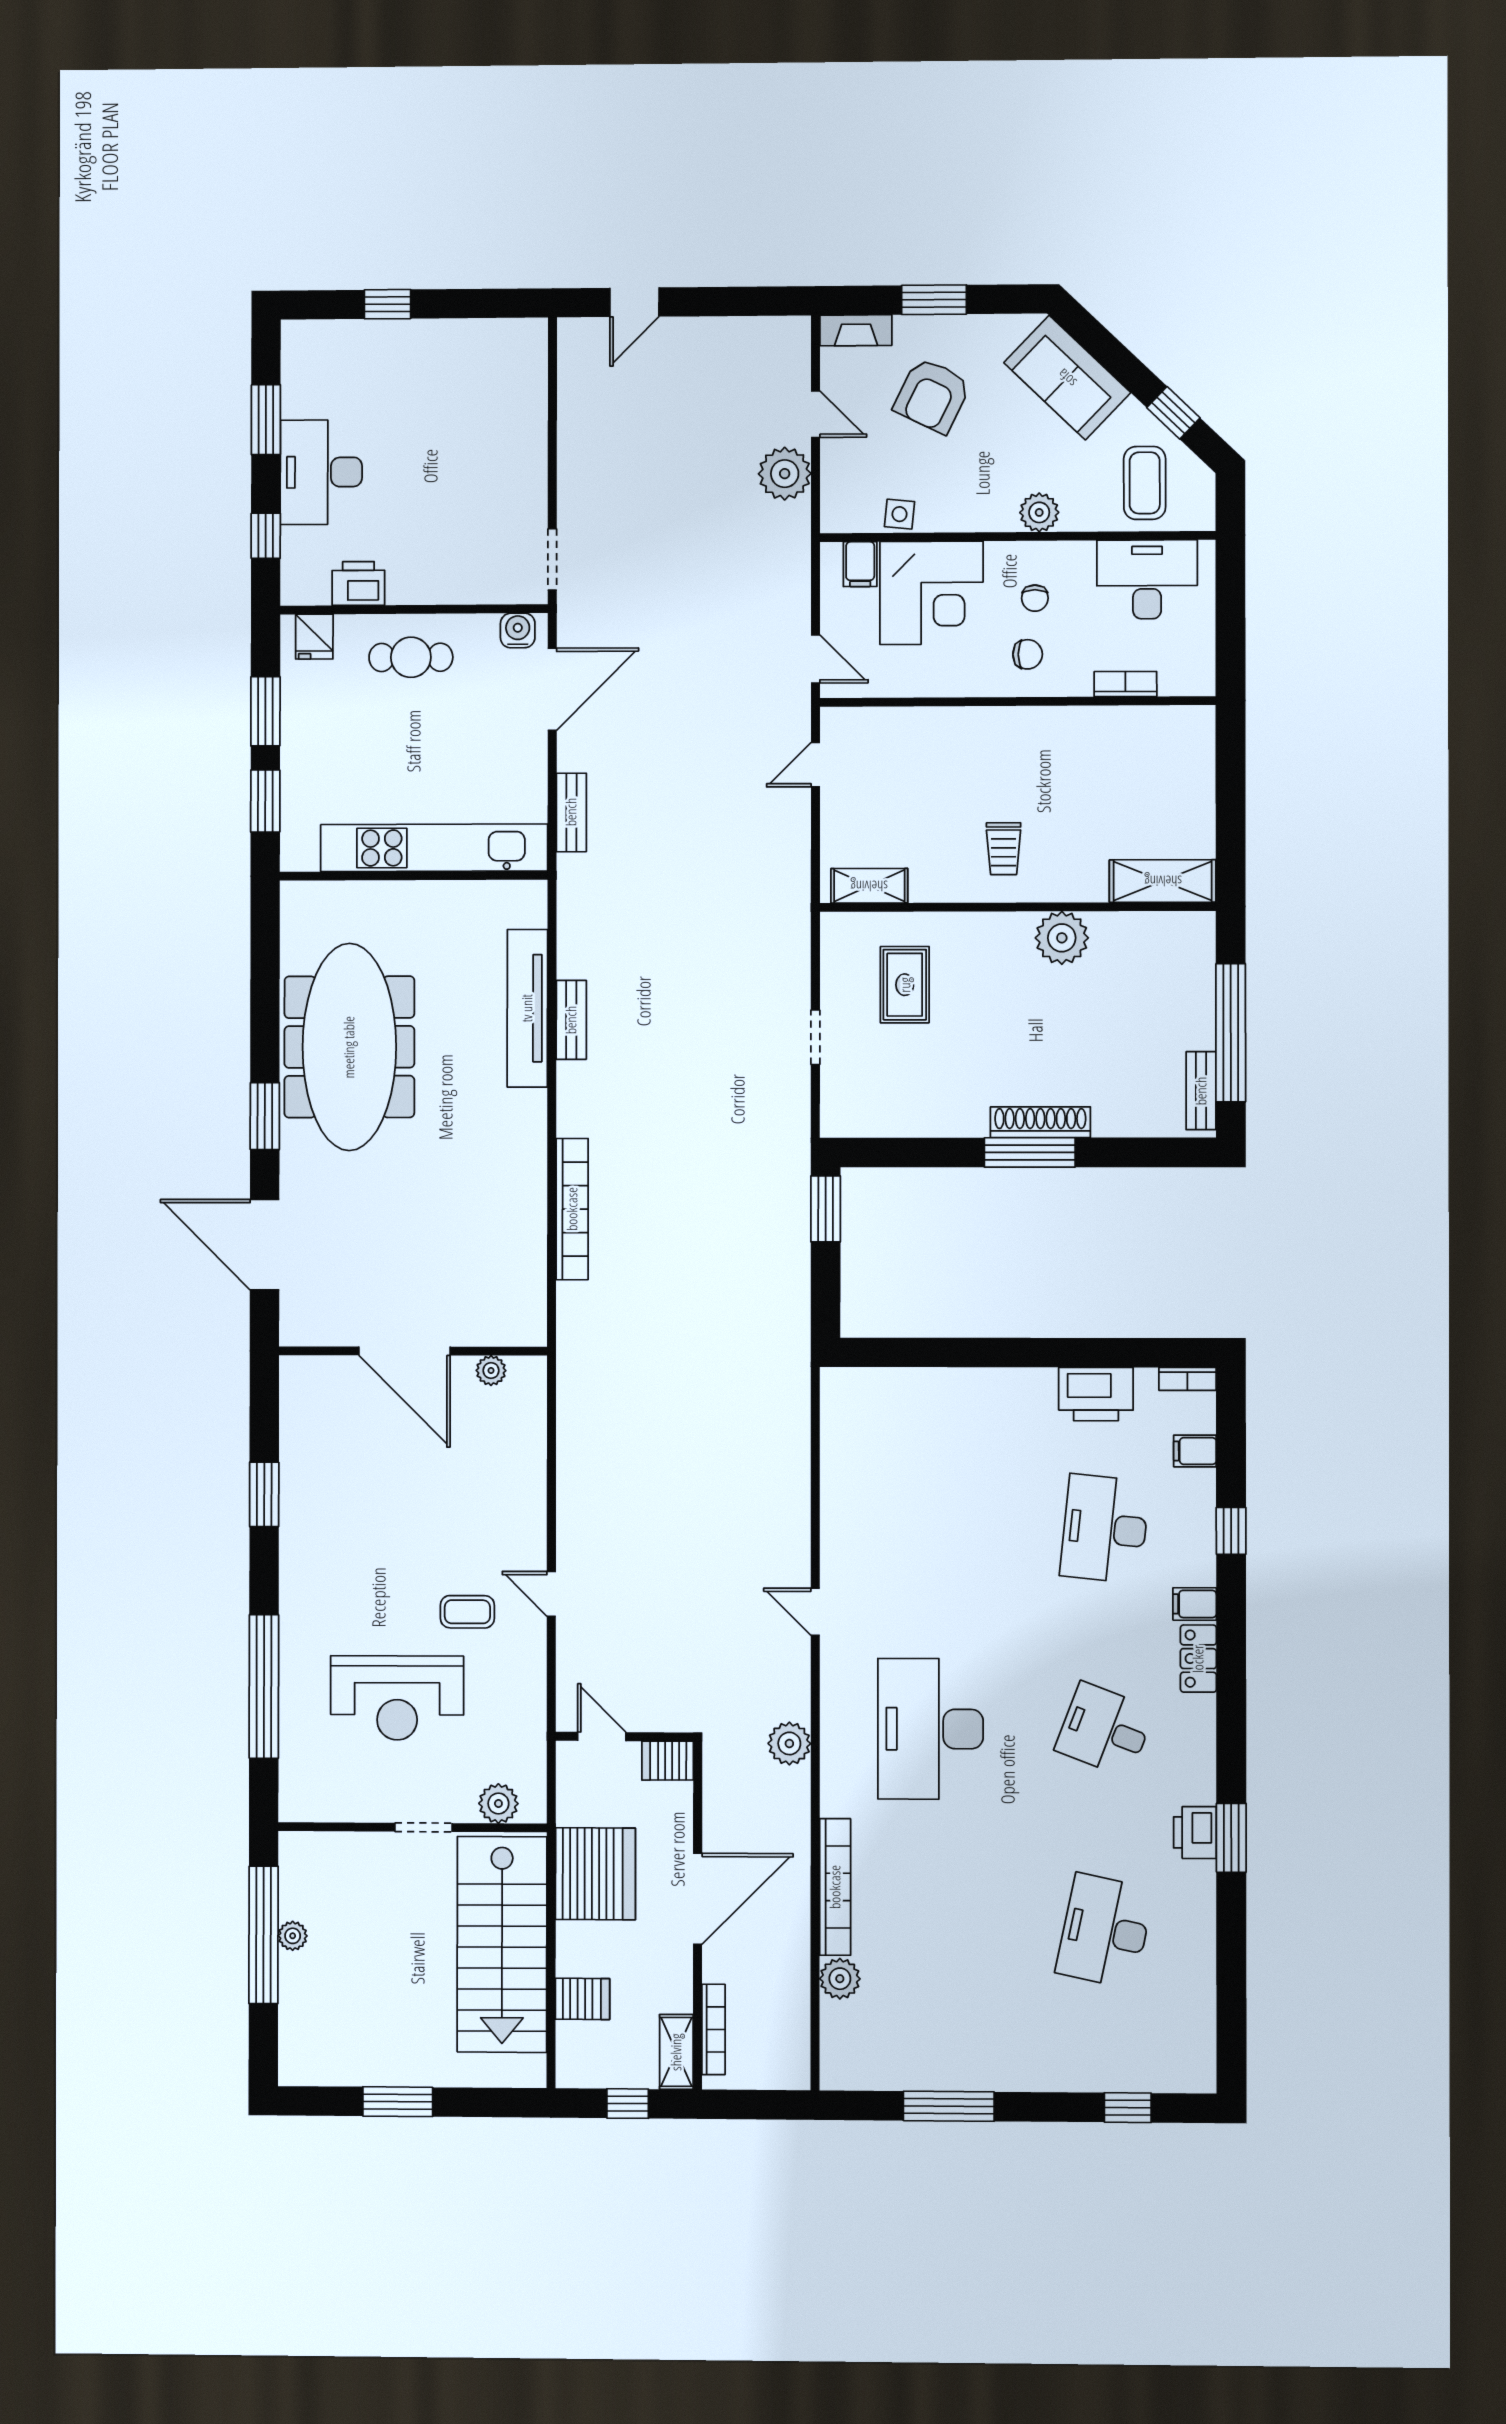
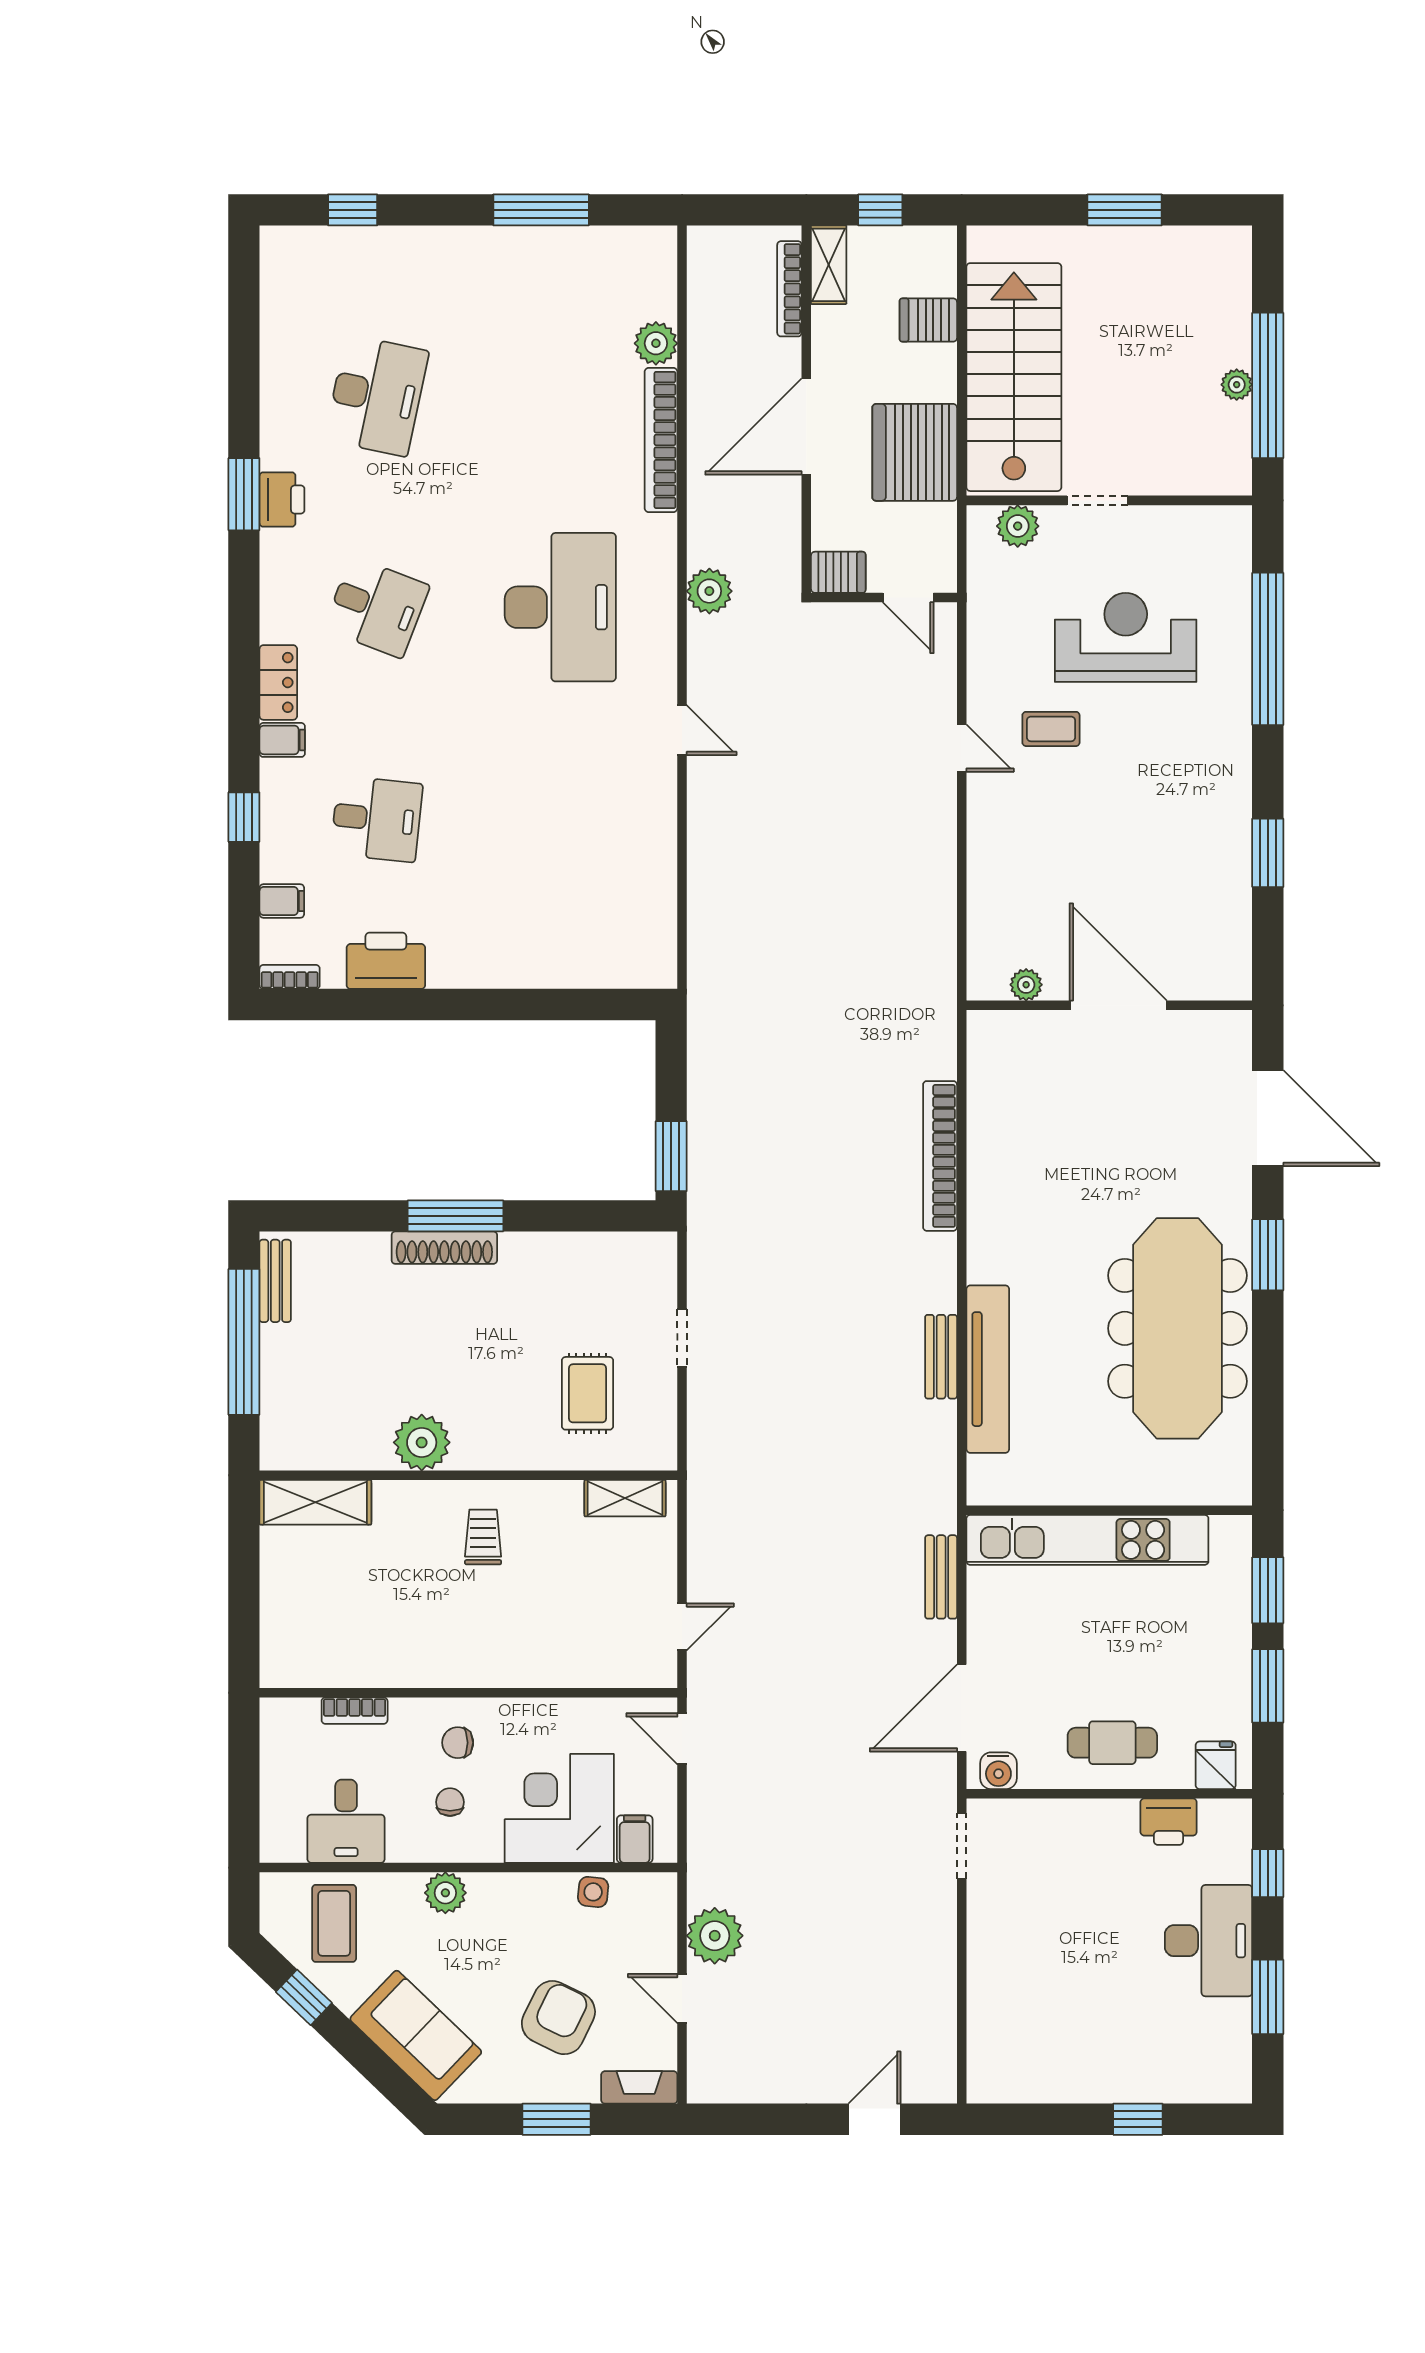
desk: (1147, 579) -> (346, 1821), width x0.73
desk: (1105, 1529) -> (377, 819), width x0.73

